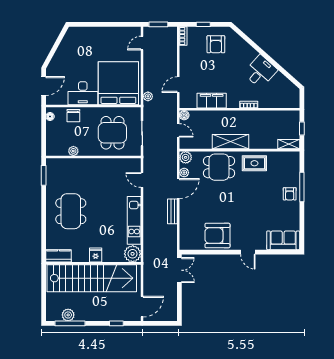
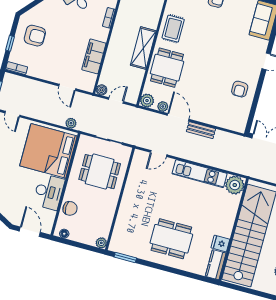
plant: (73, 151) -> (101, 243), moved
armchair: (217, 236) -> (240, 89), width x0.53, depth x0.53
fridge: (96, 255) -> (220, 243), moved

